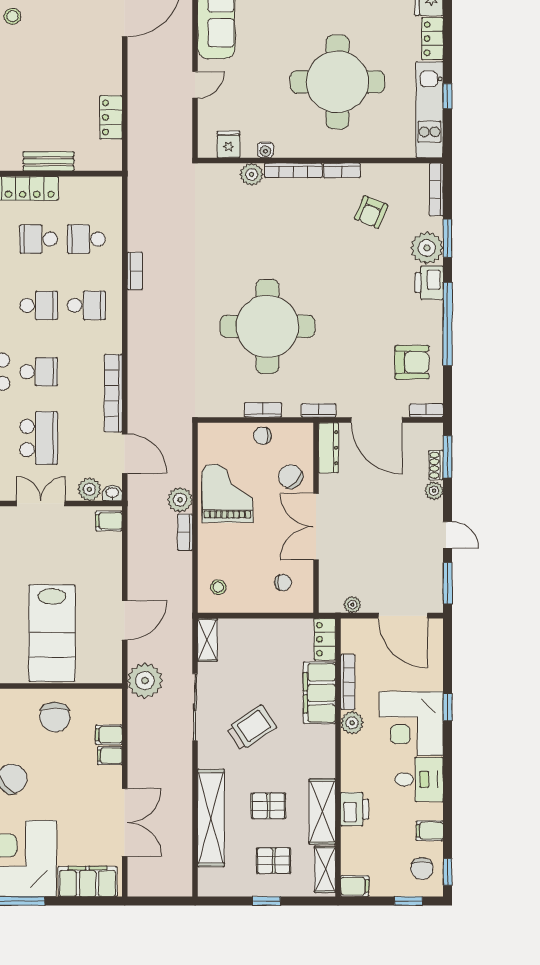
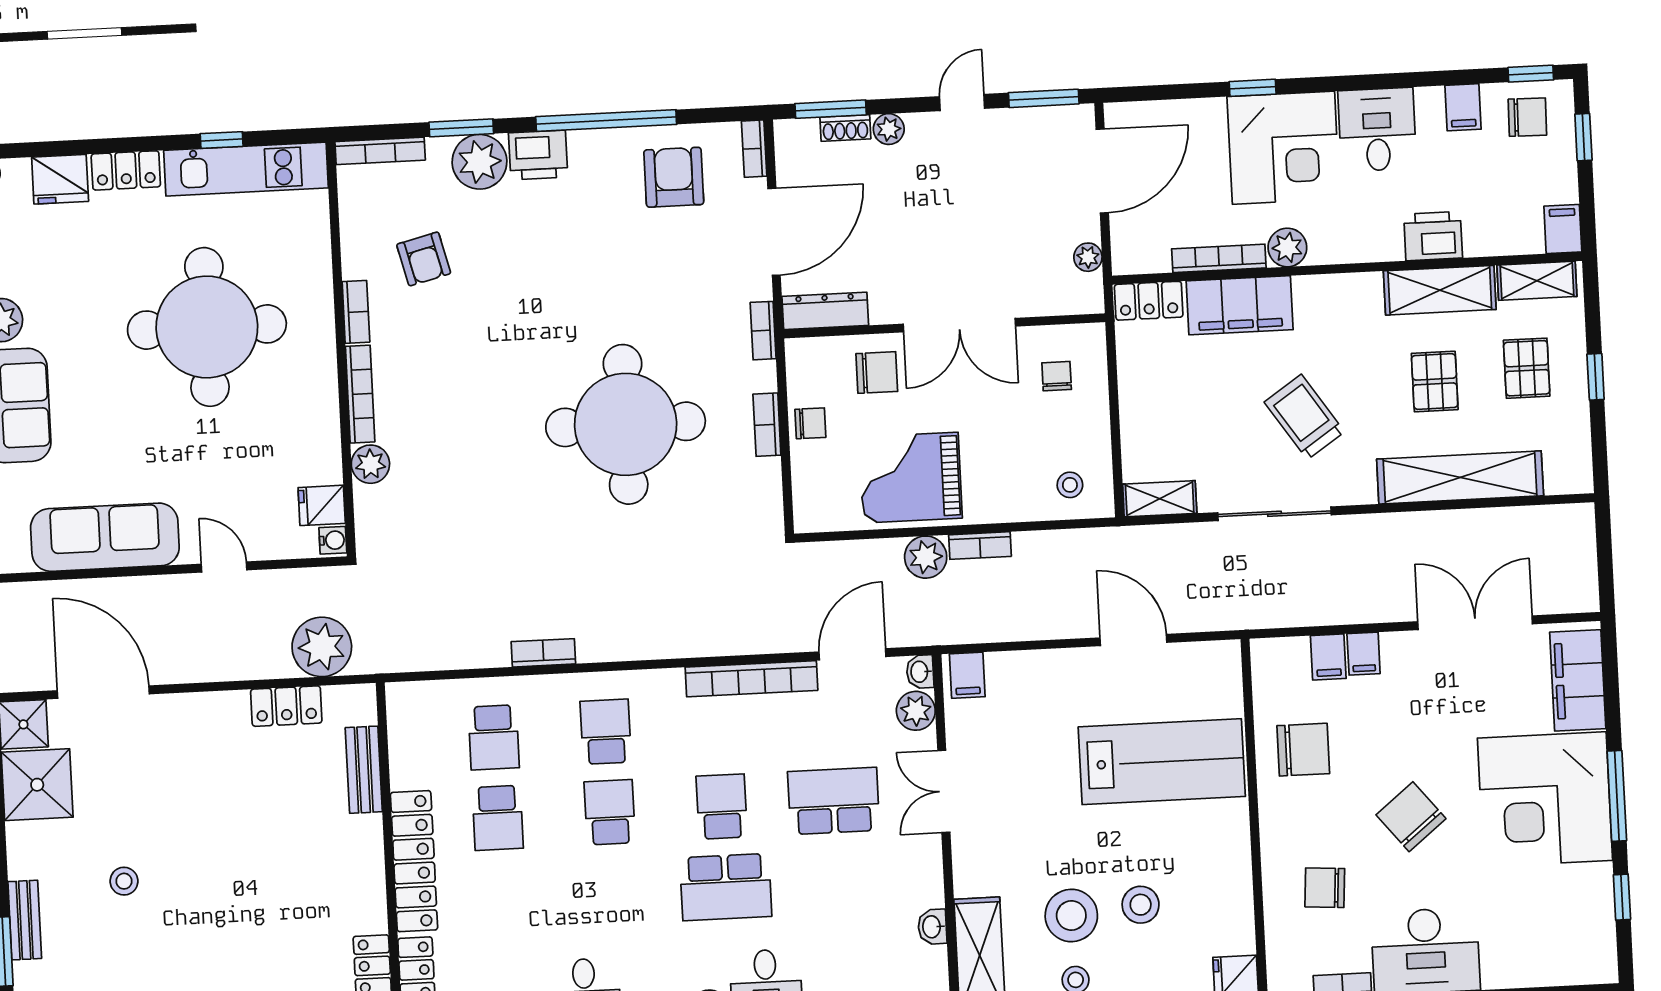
water cooler: (266, 150) -> (333, 540), moved
bench: (48, 161) -> (364, 770), moved
armchair: (371, 212) -> (424, 259), turned 54
chair: (262, 436) -> (810, 423), turned -90
chair: (290, 476) -> (877, 372), turned -133
plant: (145, 681) -> (322, 647), moved

